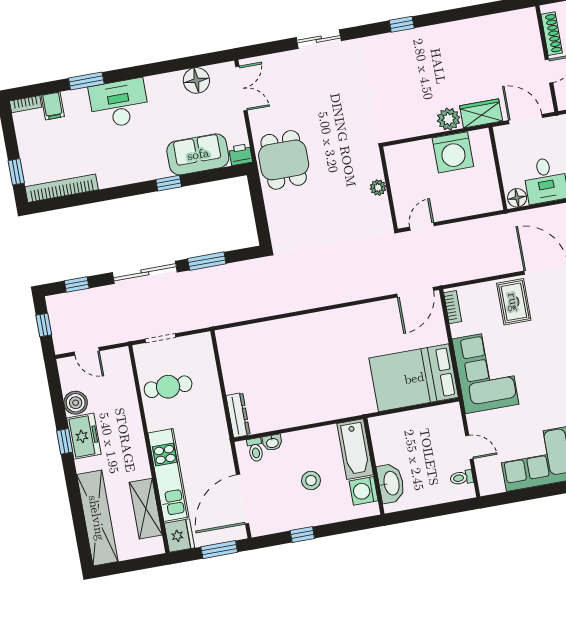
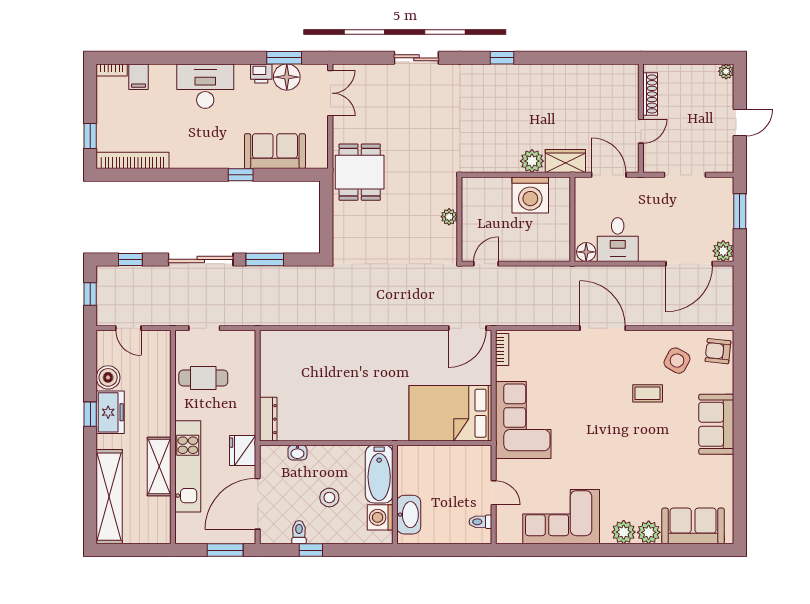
window: (86, 81) -> (284, 58), moved
printer: (241, 155) -> (261, 73), moved, turned 180
rug: (514, 302) -> (564, 355), removed
toilet: (255, 450) -> (299, 532), moved, turned 180
shelving: (146, 509) -> (159, 466), moved
fridge: (179, 535) -> (243, 450), moved, turned 180

